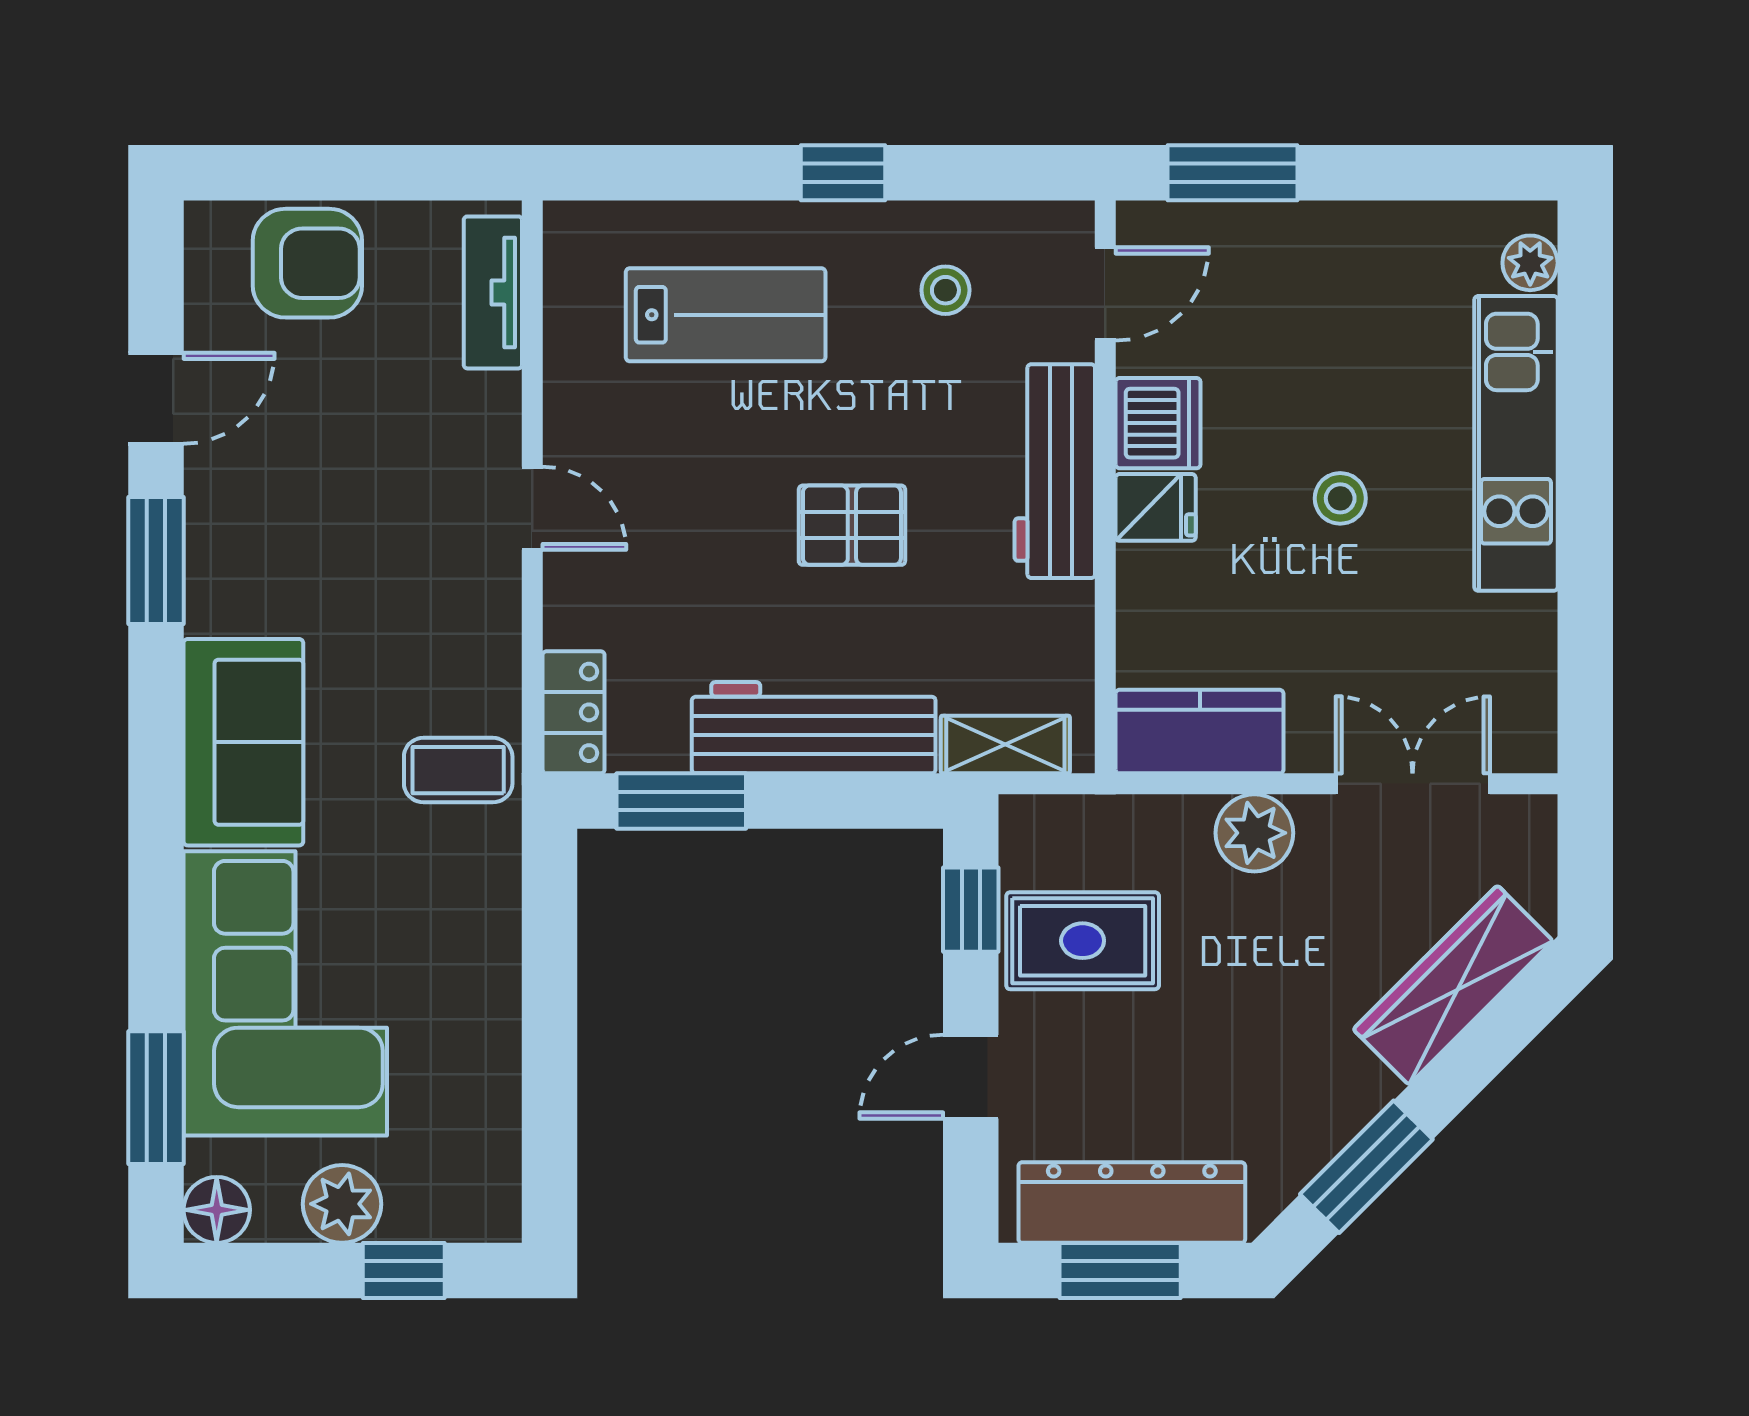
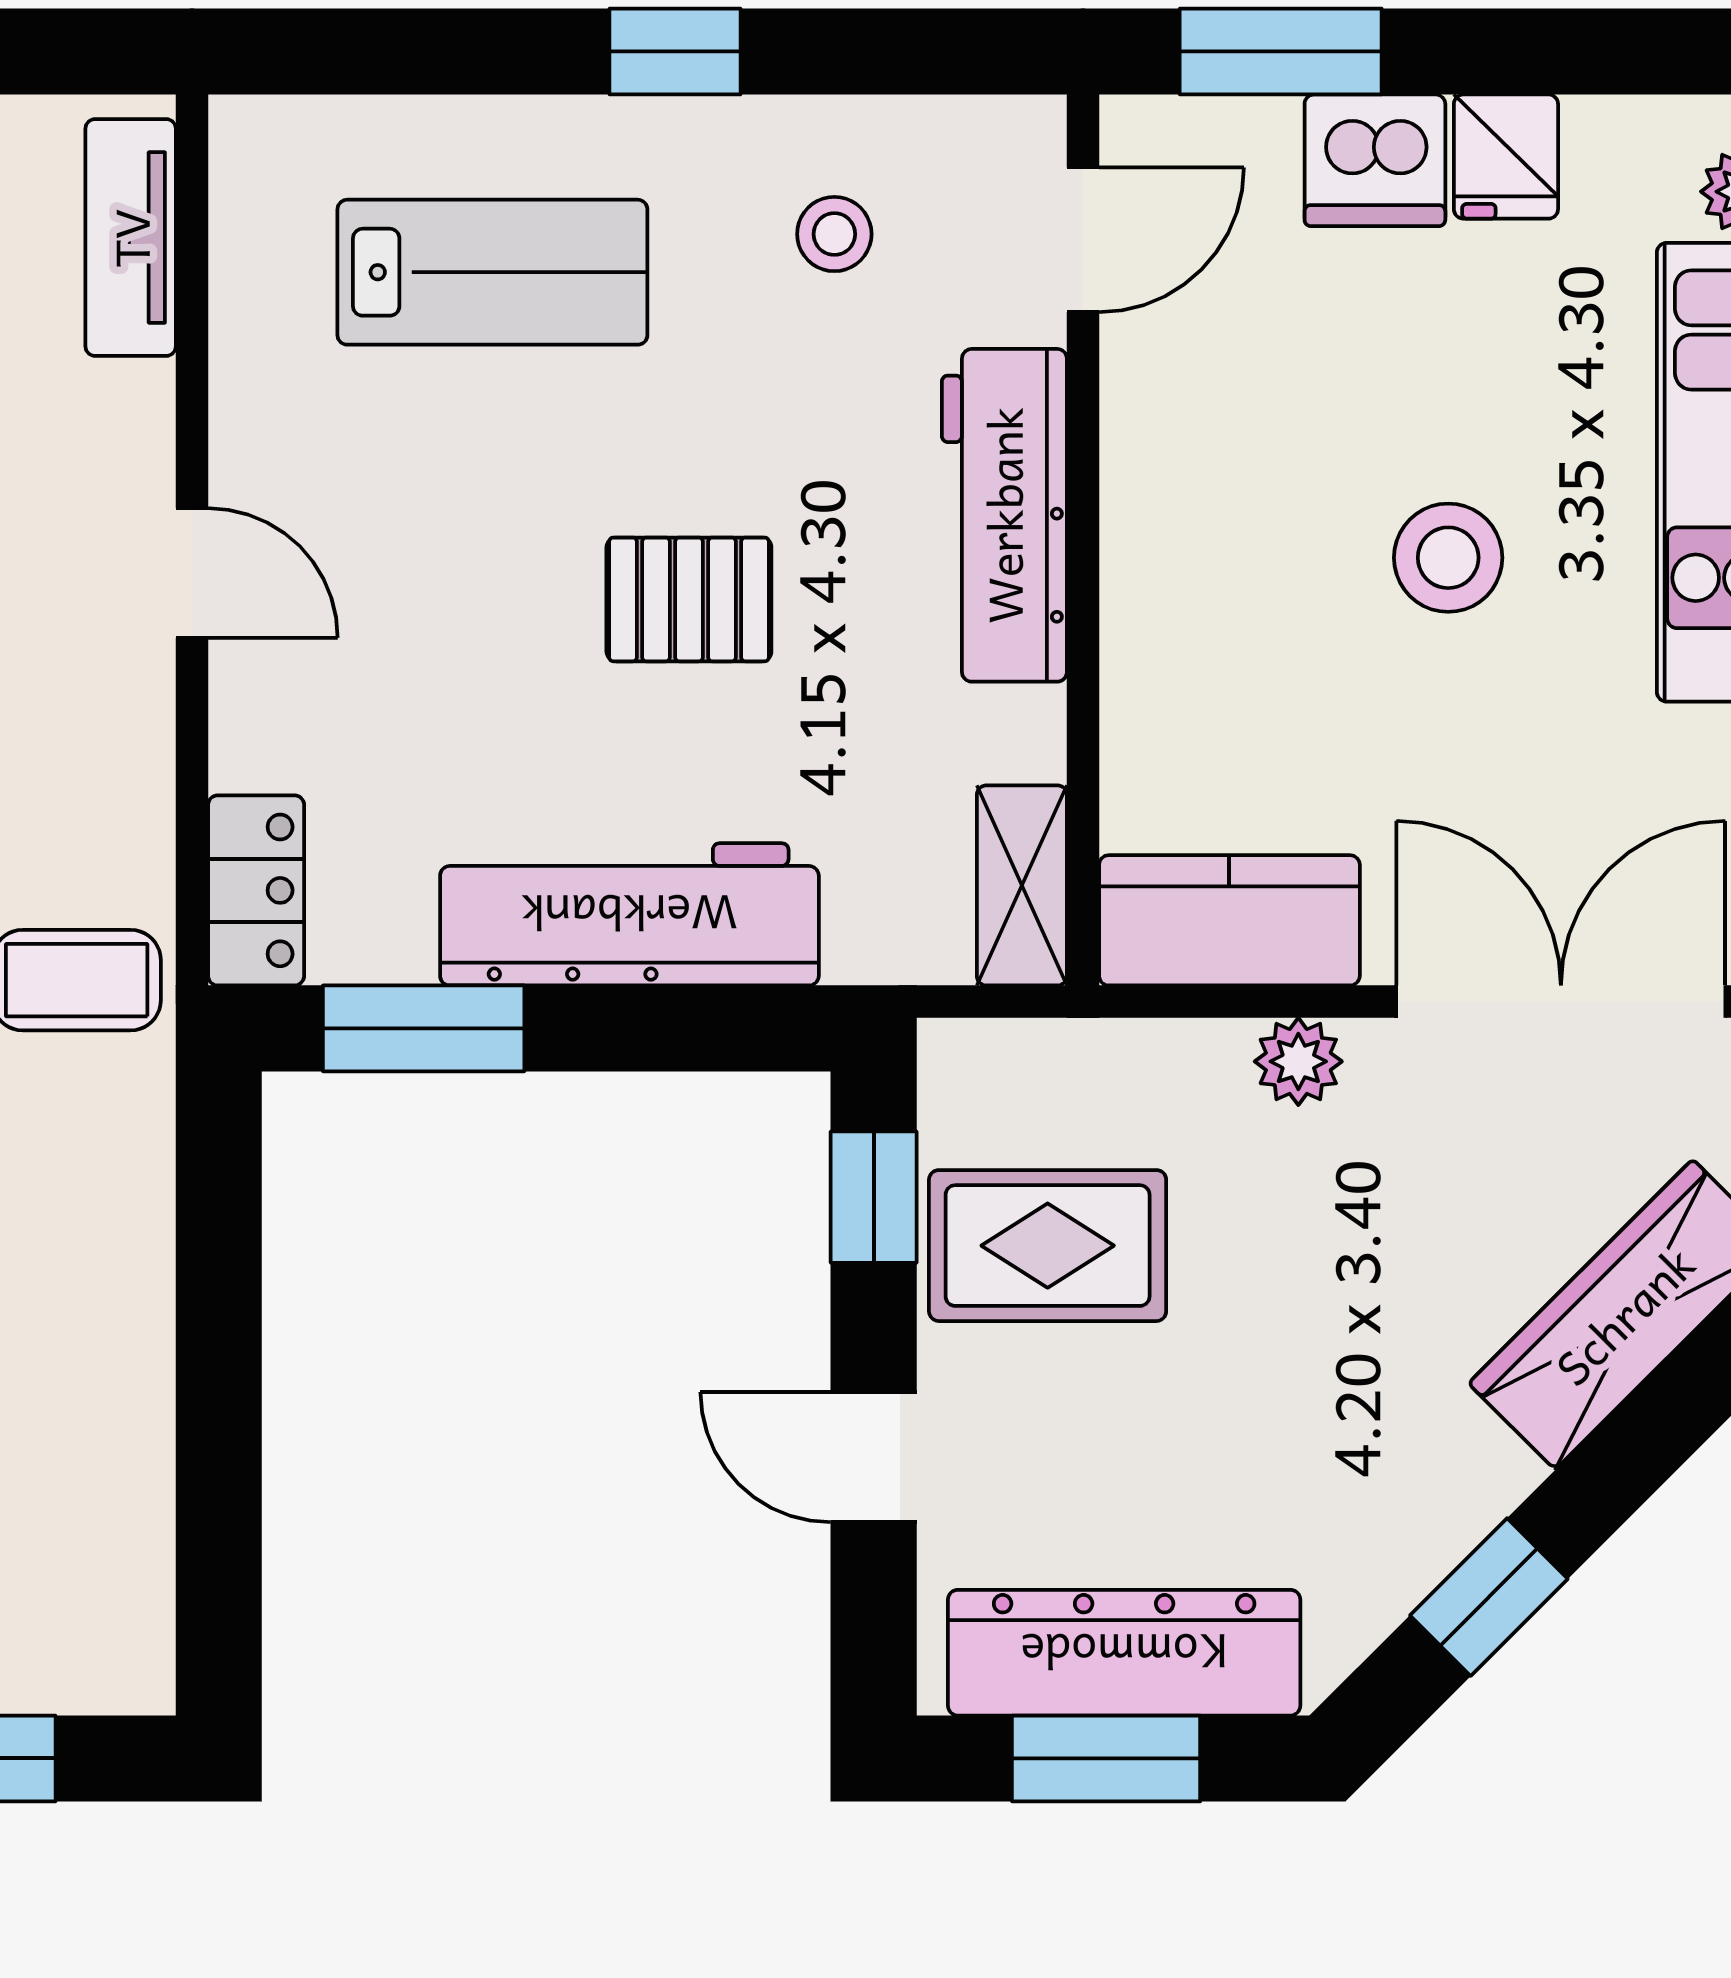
dishwasher: (1158, 423) -> (1375, 160), moved, turned 90
stool: (1340, 498) -> (1448, 558), width x1.37, depth x1.37
fridge: (1156, 507) -> (1506, 157), moved, turned 90
shelving: (1005, 745) -> (1022, 885), moved, turned 90
double door: (1413, 784) -> (1561, 1002), width x1.37
plant: (1254, 833) -> (1298, 1061), width x0.73, depth x0.73
door: (971, 1077) -> (874, 1457), hinge flipped
window: (1366, 1167) -> (1489, 1597), width x0.67

